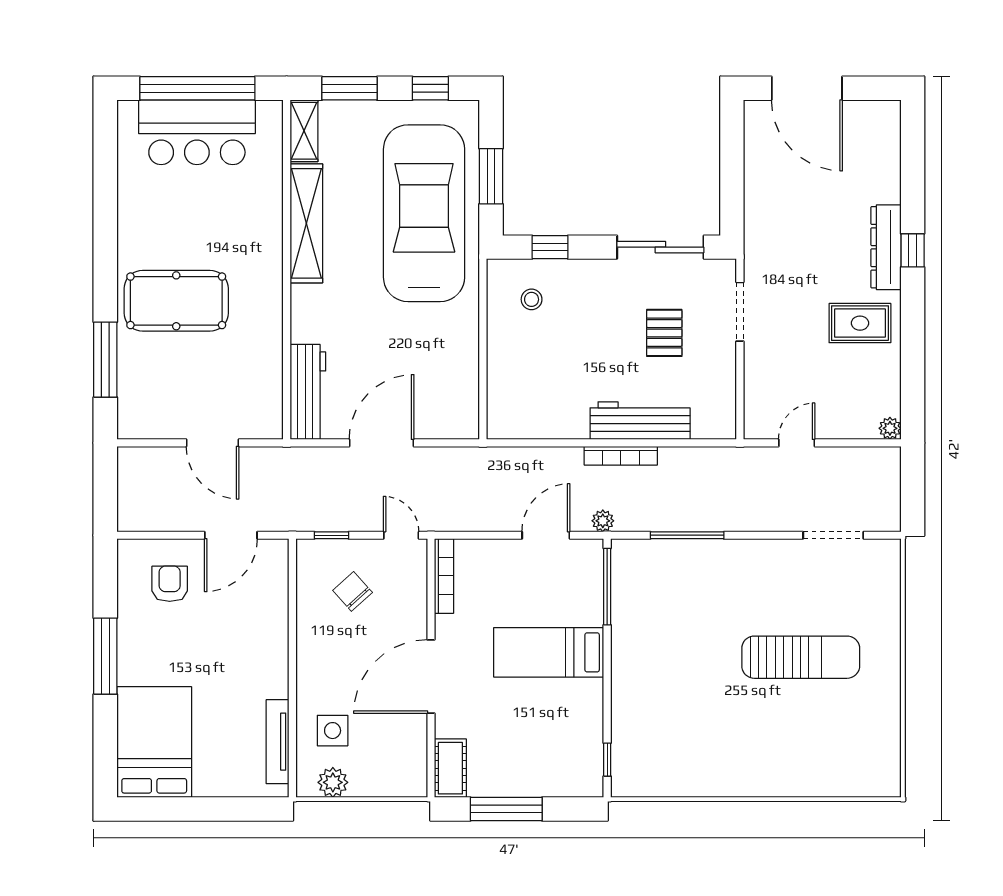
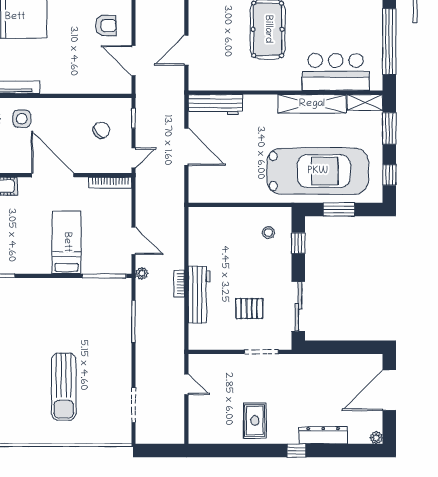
bar counter: (197, 132) -> (336, 72), moved, turned 90
dresser: (886, 247) -> (323, 435), moved
plant: (890, 428) -> (376, 438), moved
bookcase: (621, 456) -> (179, 284), width x0.64

